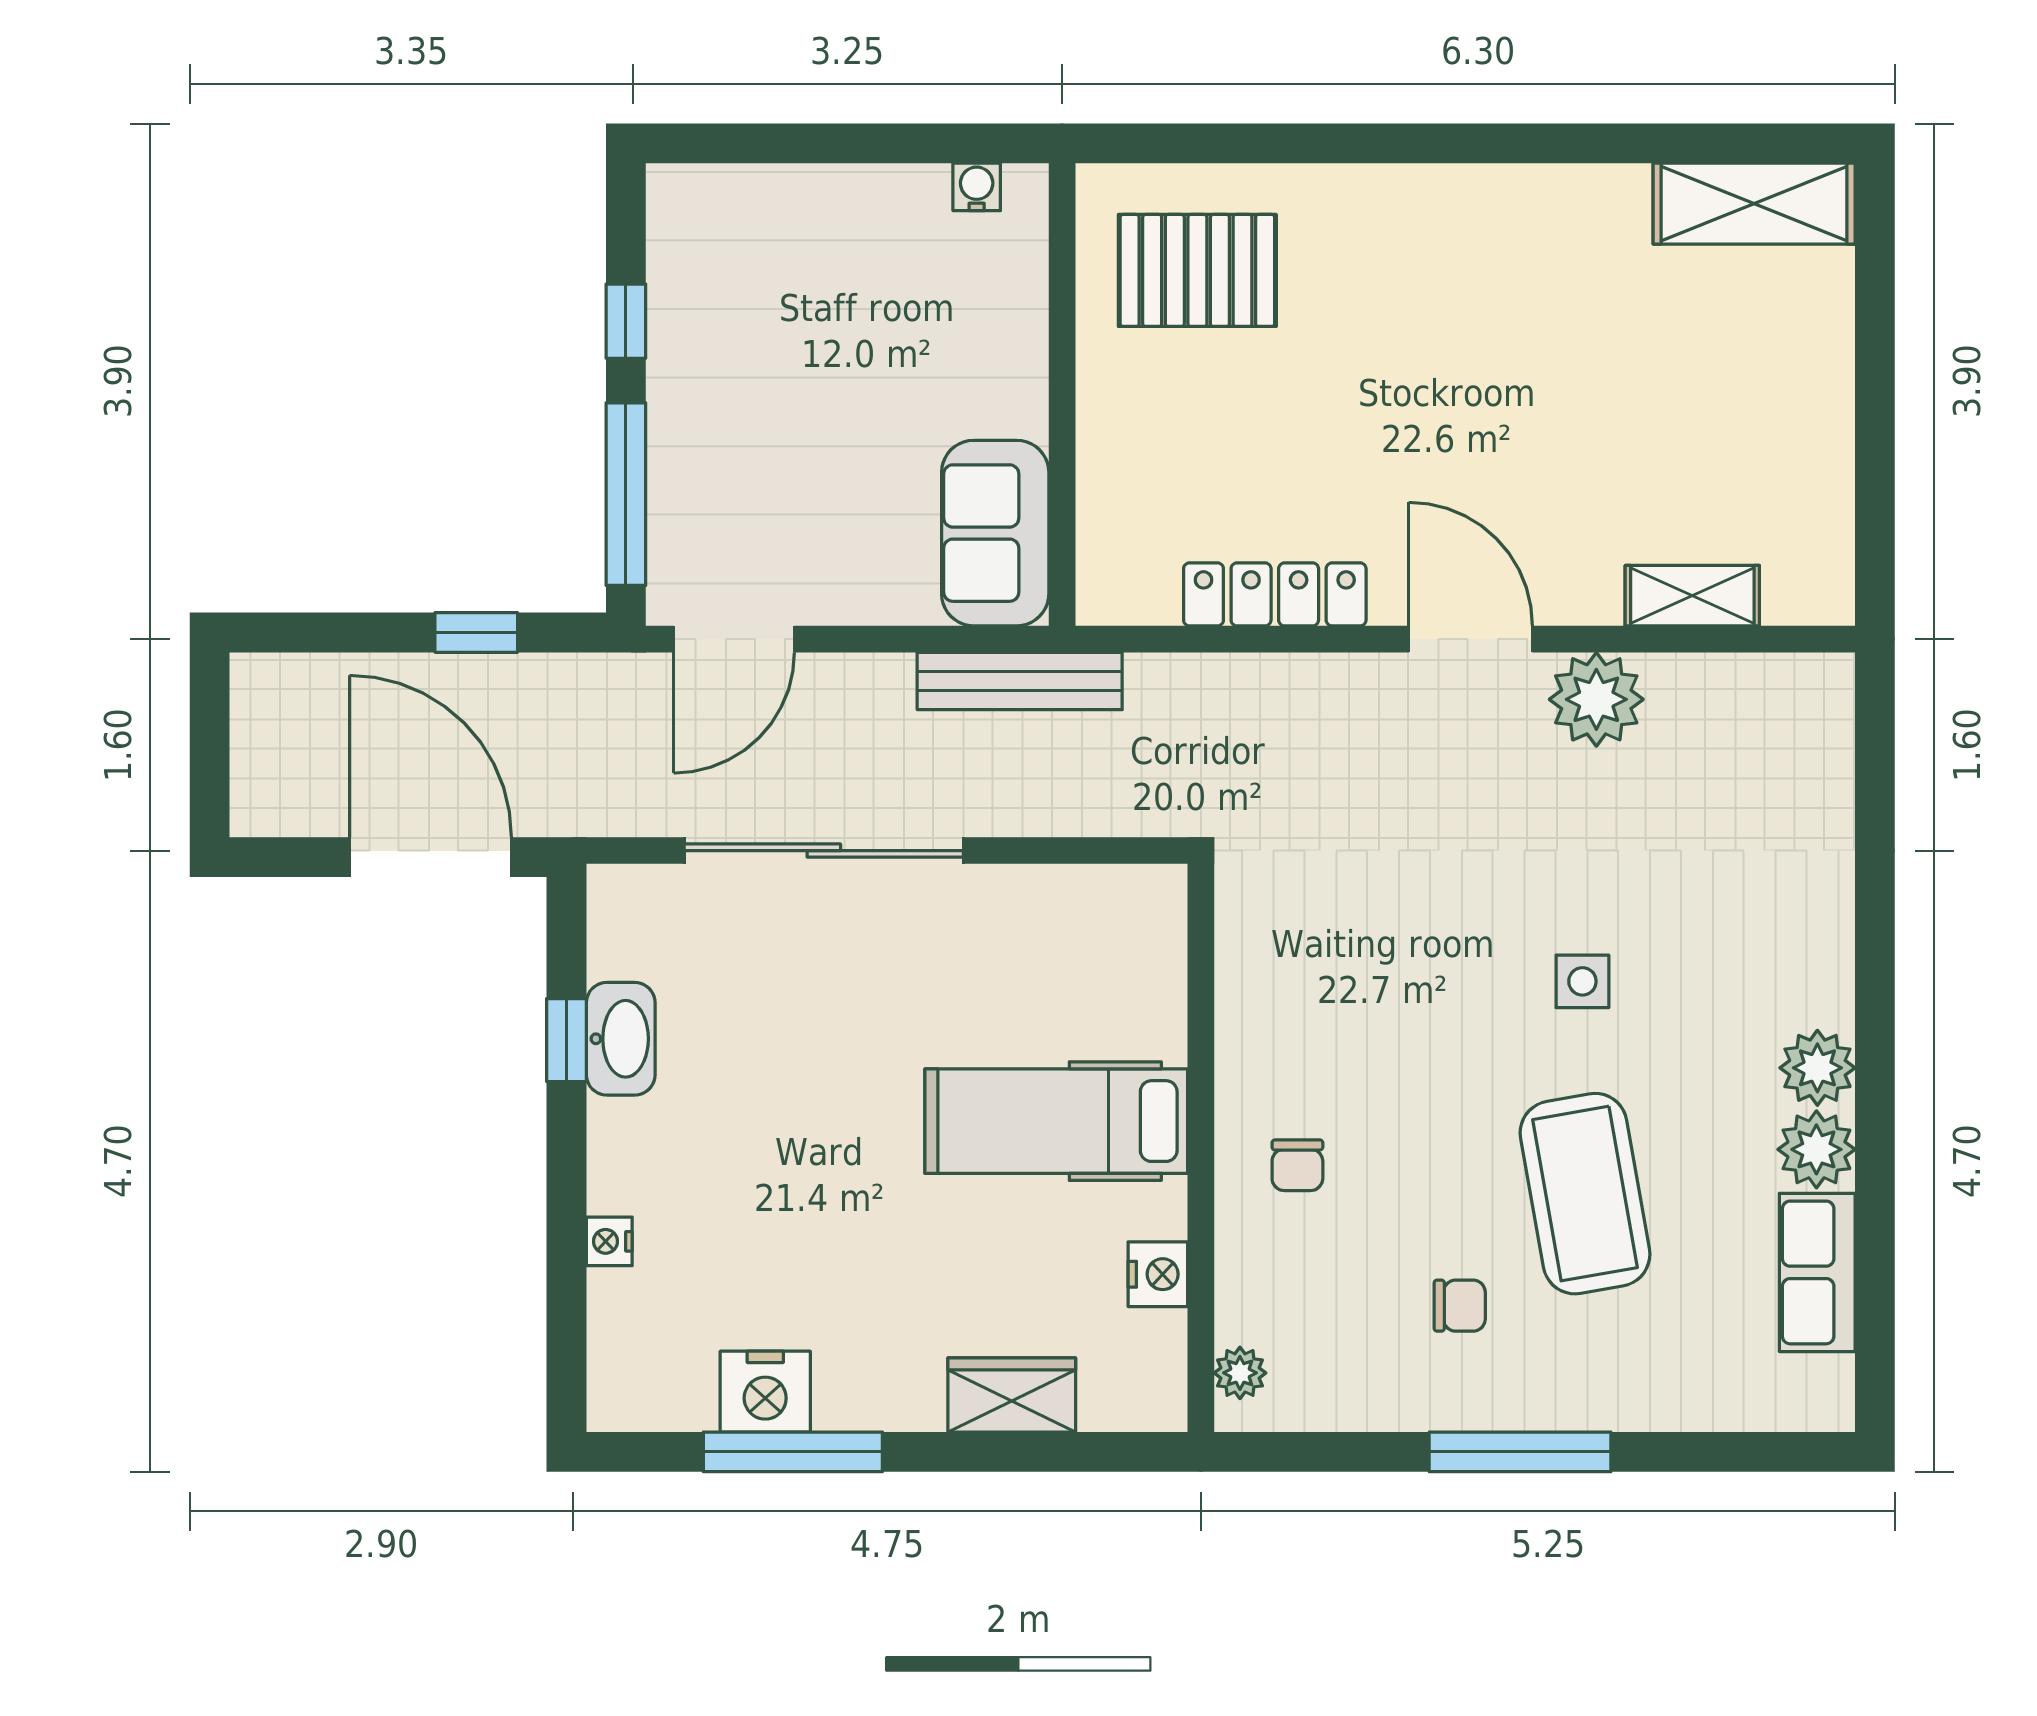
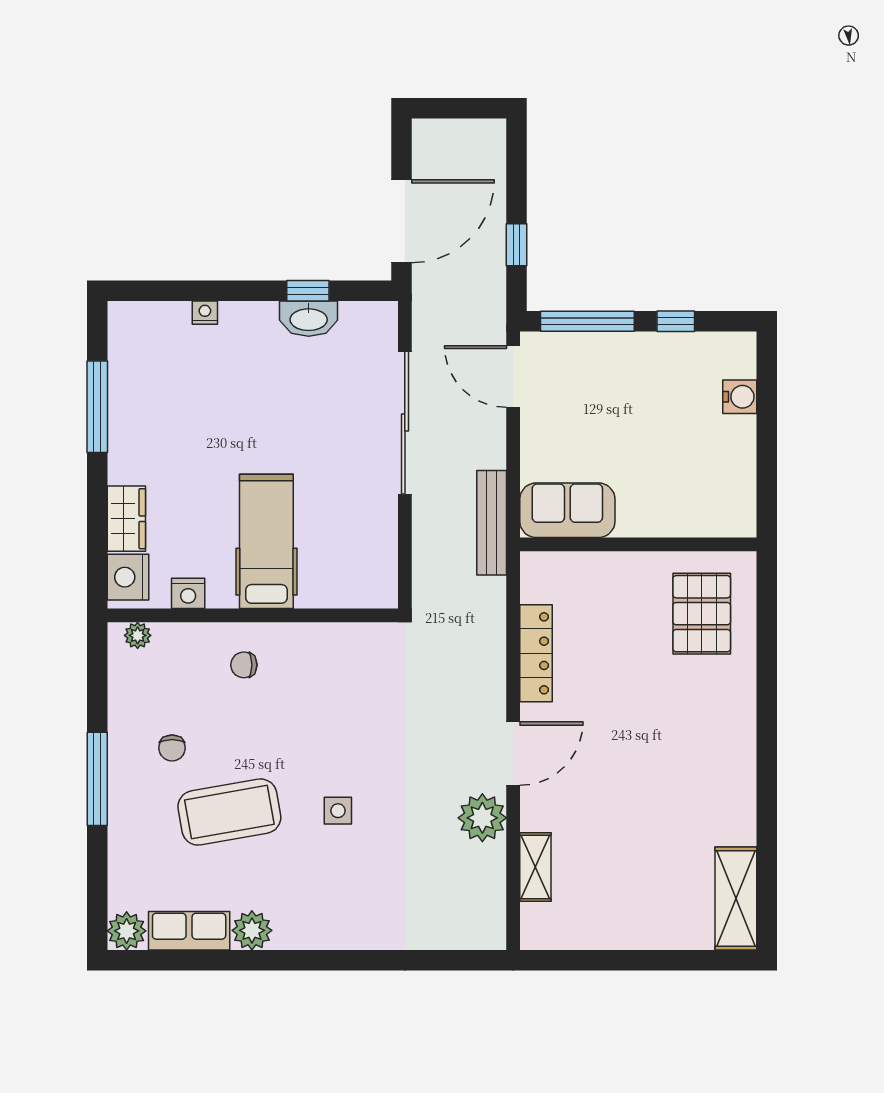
water cooler: (977, 187) -> (740, 397), moved, width x1.38, depth x1.38
plant: (1817, 1068) -> (127, 931), moved
nightstand: (765, 1392) -> (128, 577), moved

